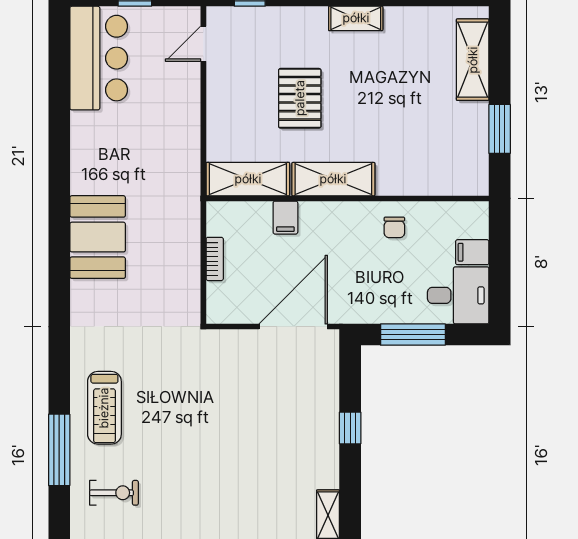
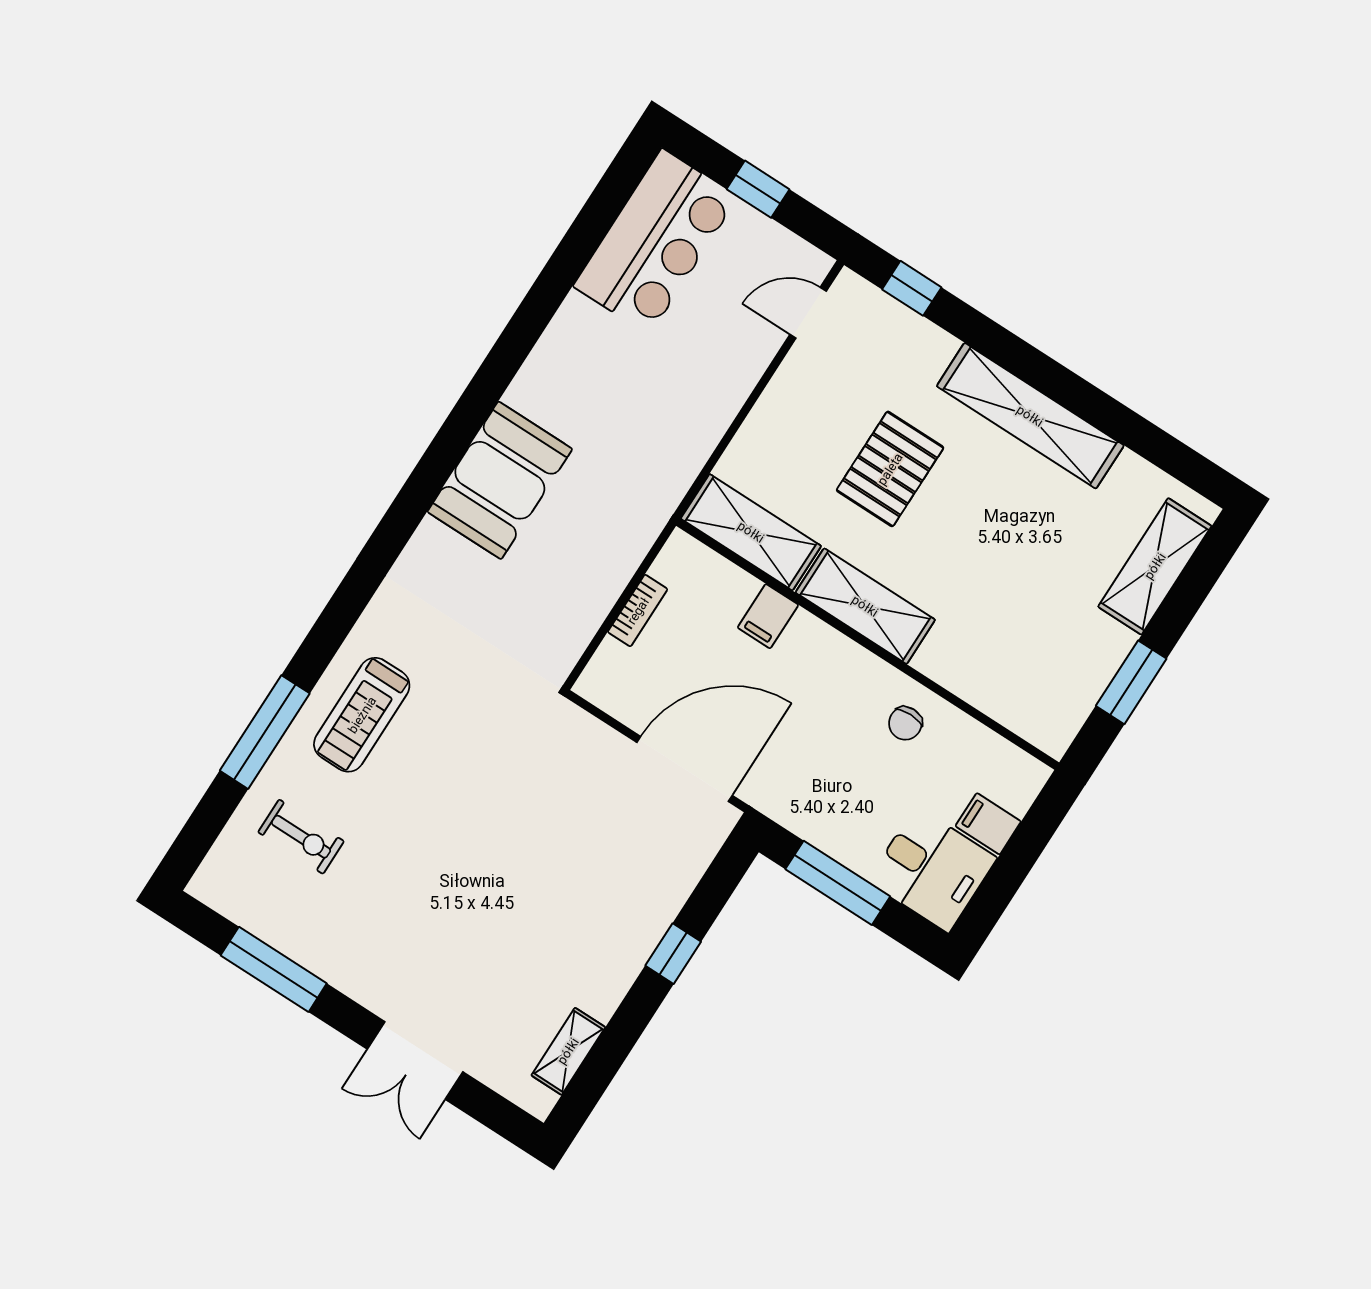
shelving: (356, 18) -> (1030, 416), width x2.20, depth x1.33

